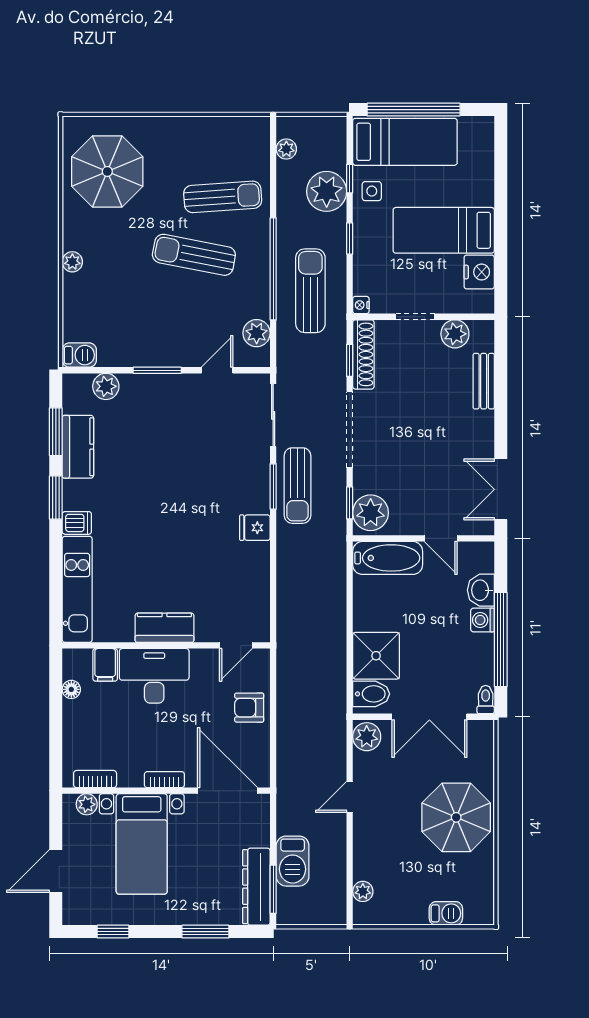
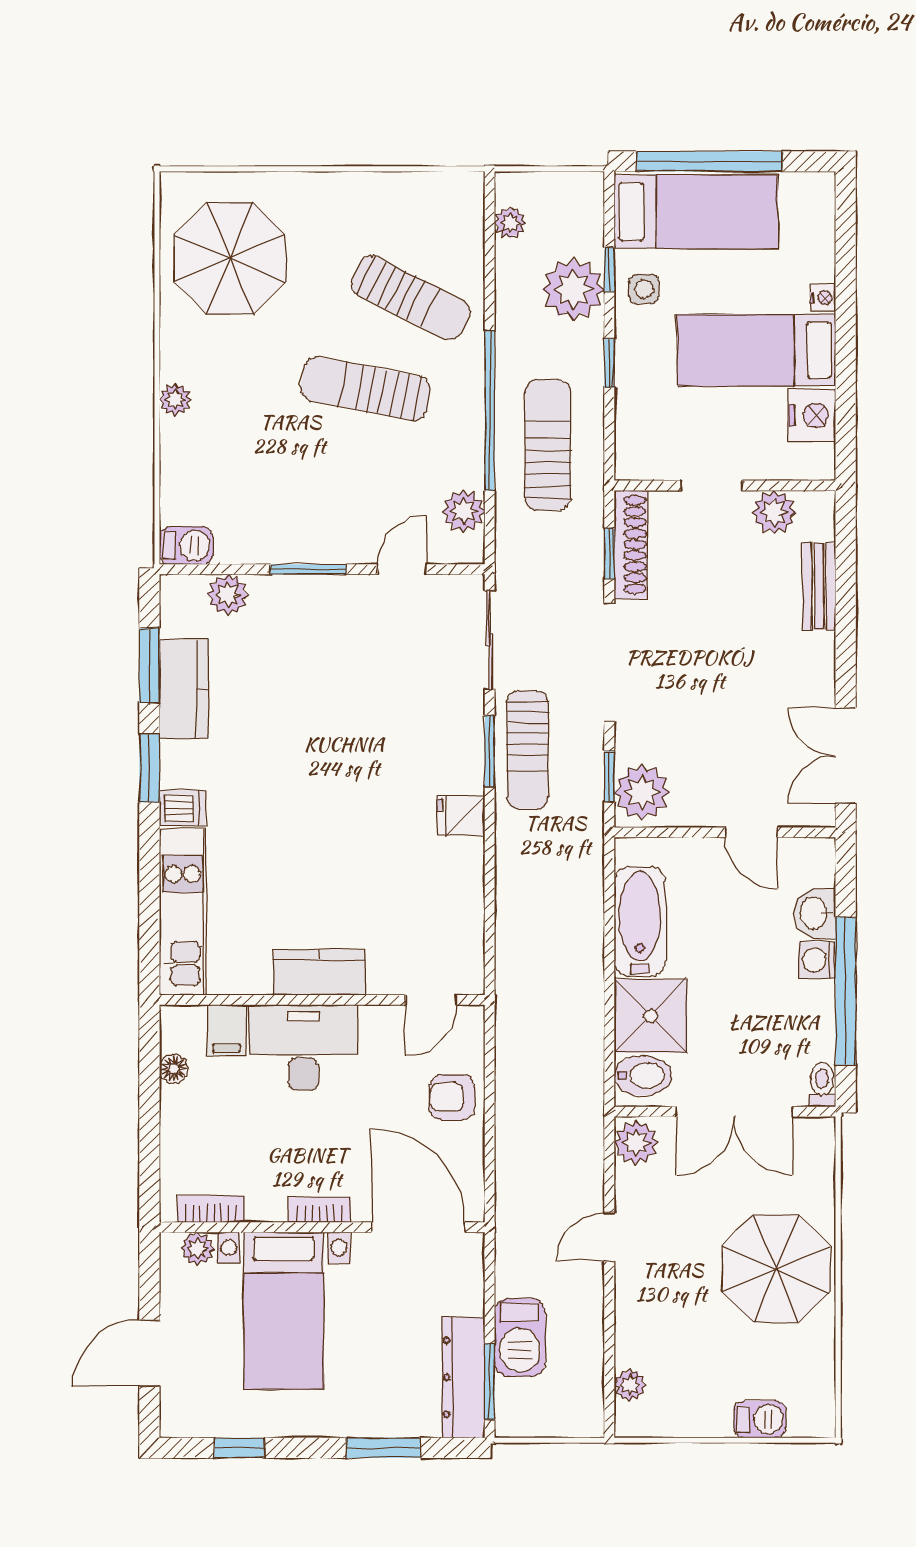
sun lounger: (223, 197) -> (411, 298), turned 31
nightstand: (361, 305) -> (823, 298), moved, turned 180
bathtub: (388, 558) -> (640, 922), moved, turned -90

